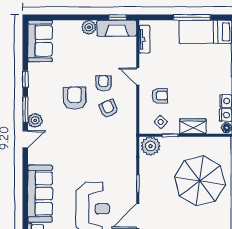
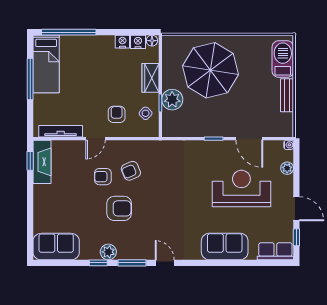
plant: (89, 27) -> (41, 193), removed
tv unit: (144, 39) -> (61, 131), width x1.41
armchair: (75, 98) -> (119, 208), turned 180
plant: (35, 120) -> (108, 252), moved
plant: (151, 146) -> (172, 100), moved
sofa: (40, 194) -> (225, 246), width x0.73

